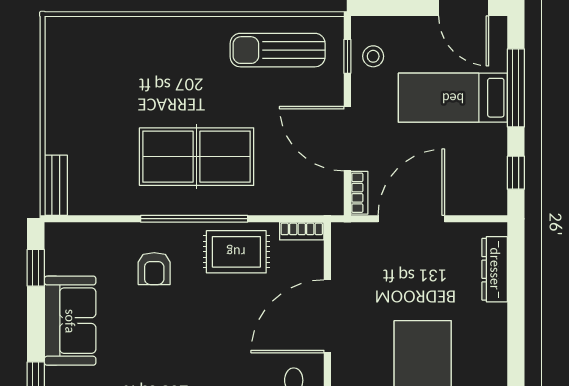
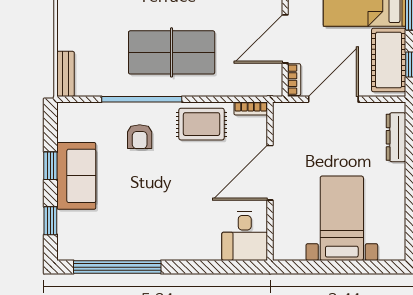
door: (347, 139) -> (285, 39), hinge flipped
cot: (485, 167) -> (389, 60), added
window: (194, 219) -> (142, 99), moved
window: (36, 268) -> (50, 166), moved

